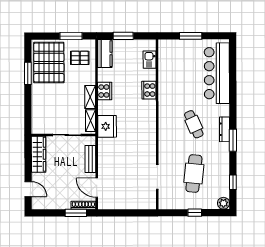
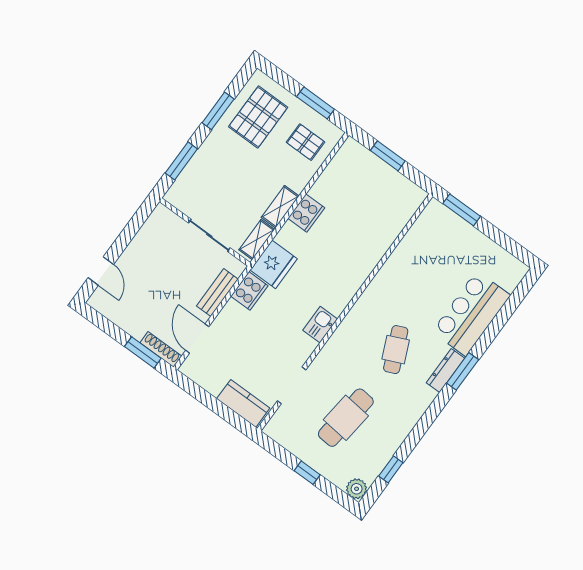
window: (191, 36) -> (462, 210), moved
kitchen counter: (105, 54) -> (243, 403), moved, turned -90
kitchen sink: (150, 60) -> (320, 325), moved
pallet: (49, 62) -> (258, 117), width x0.73, depth x0.71
bar counter: (217, 73) -> (471, 314), width x0.73
cooker: (149, 90) -> (249, 291), moved, turned 180
window: (28, 110) -> (181, 161), added
dresser: (224, 129) -> (445, 371), moved
window: (233, 140) -> (463, 371), moved
wardrobe: (39, 154) -> (151, 233), removed

